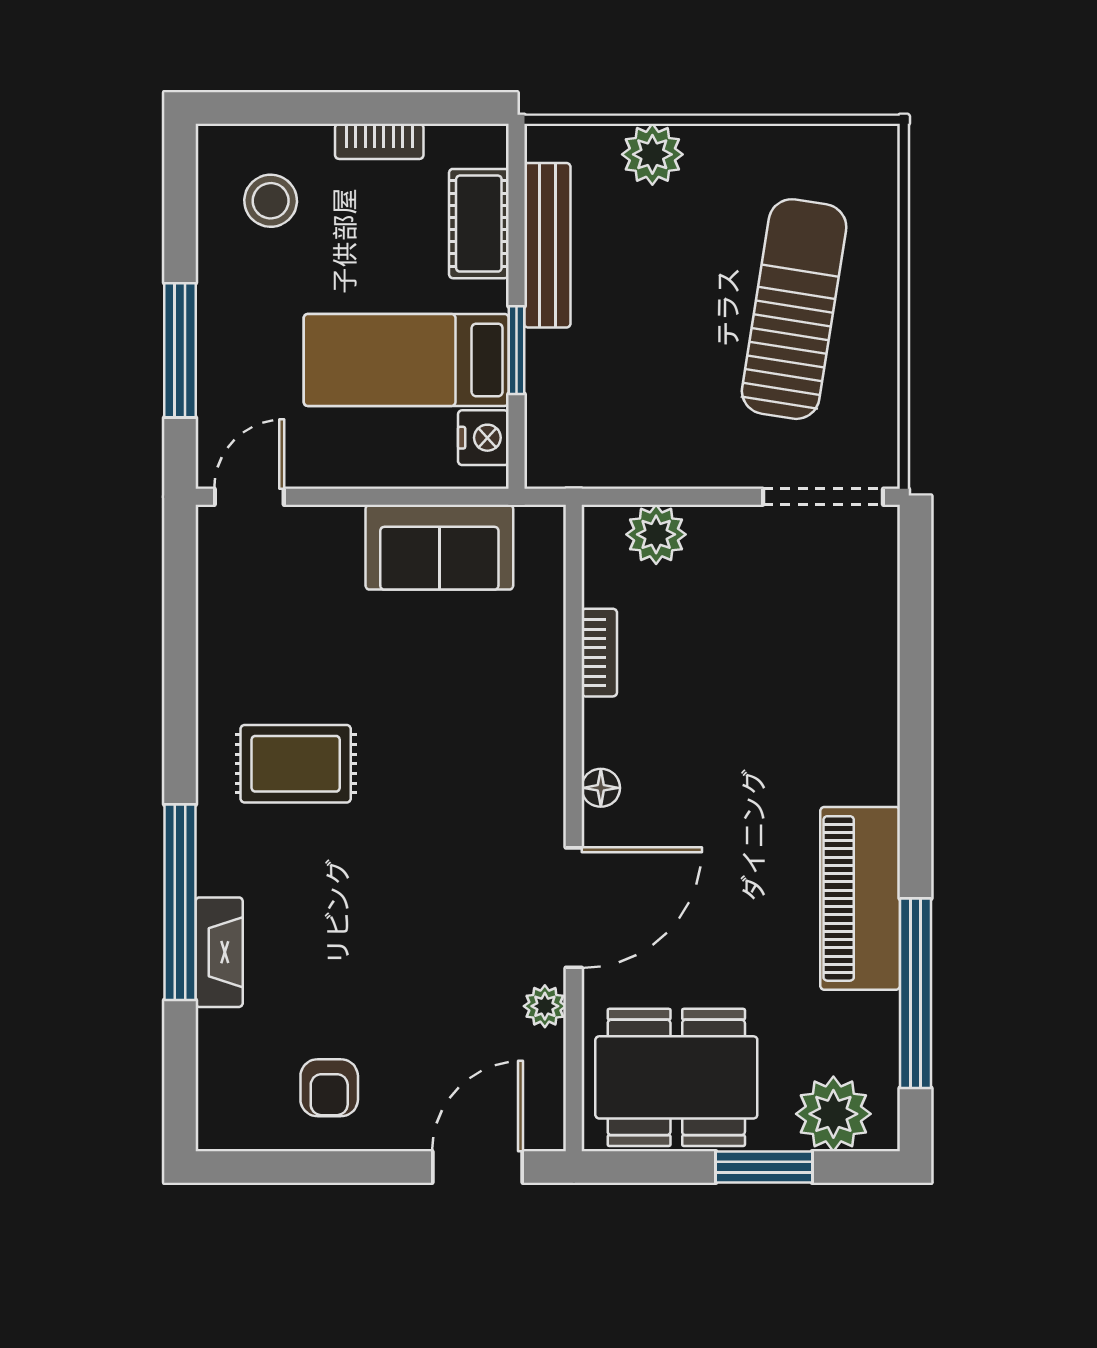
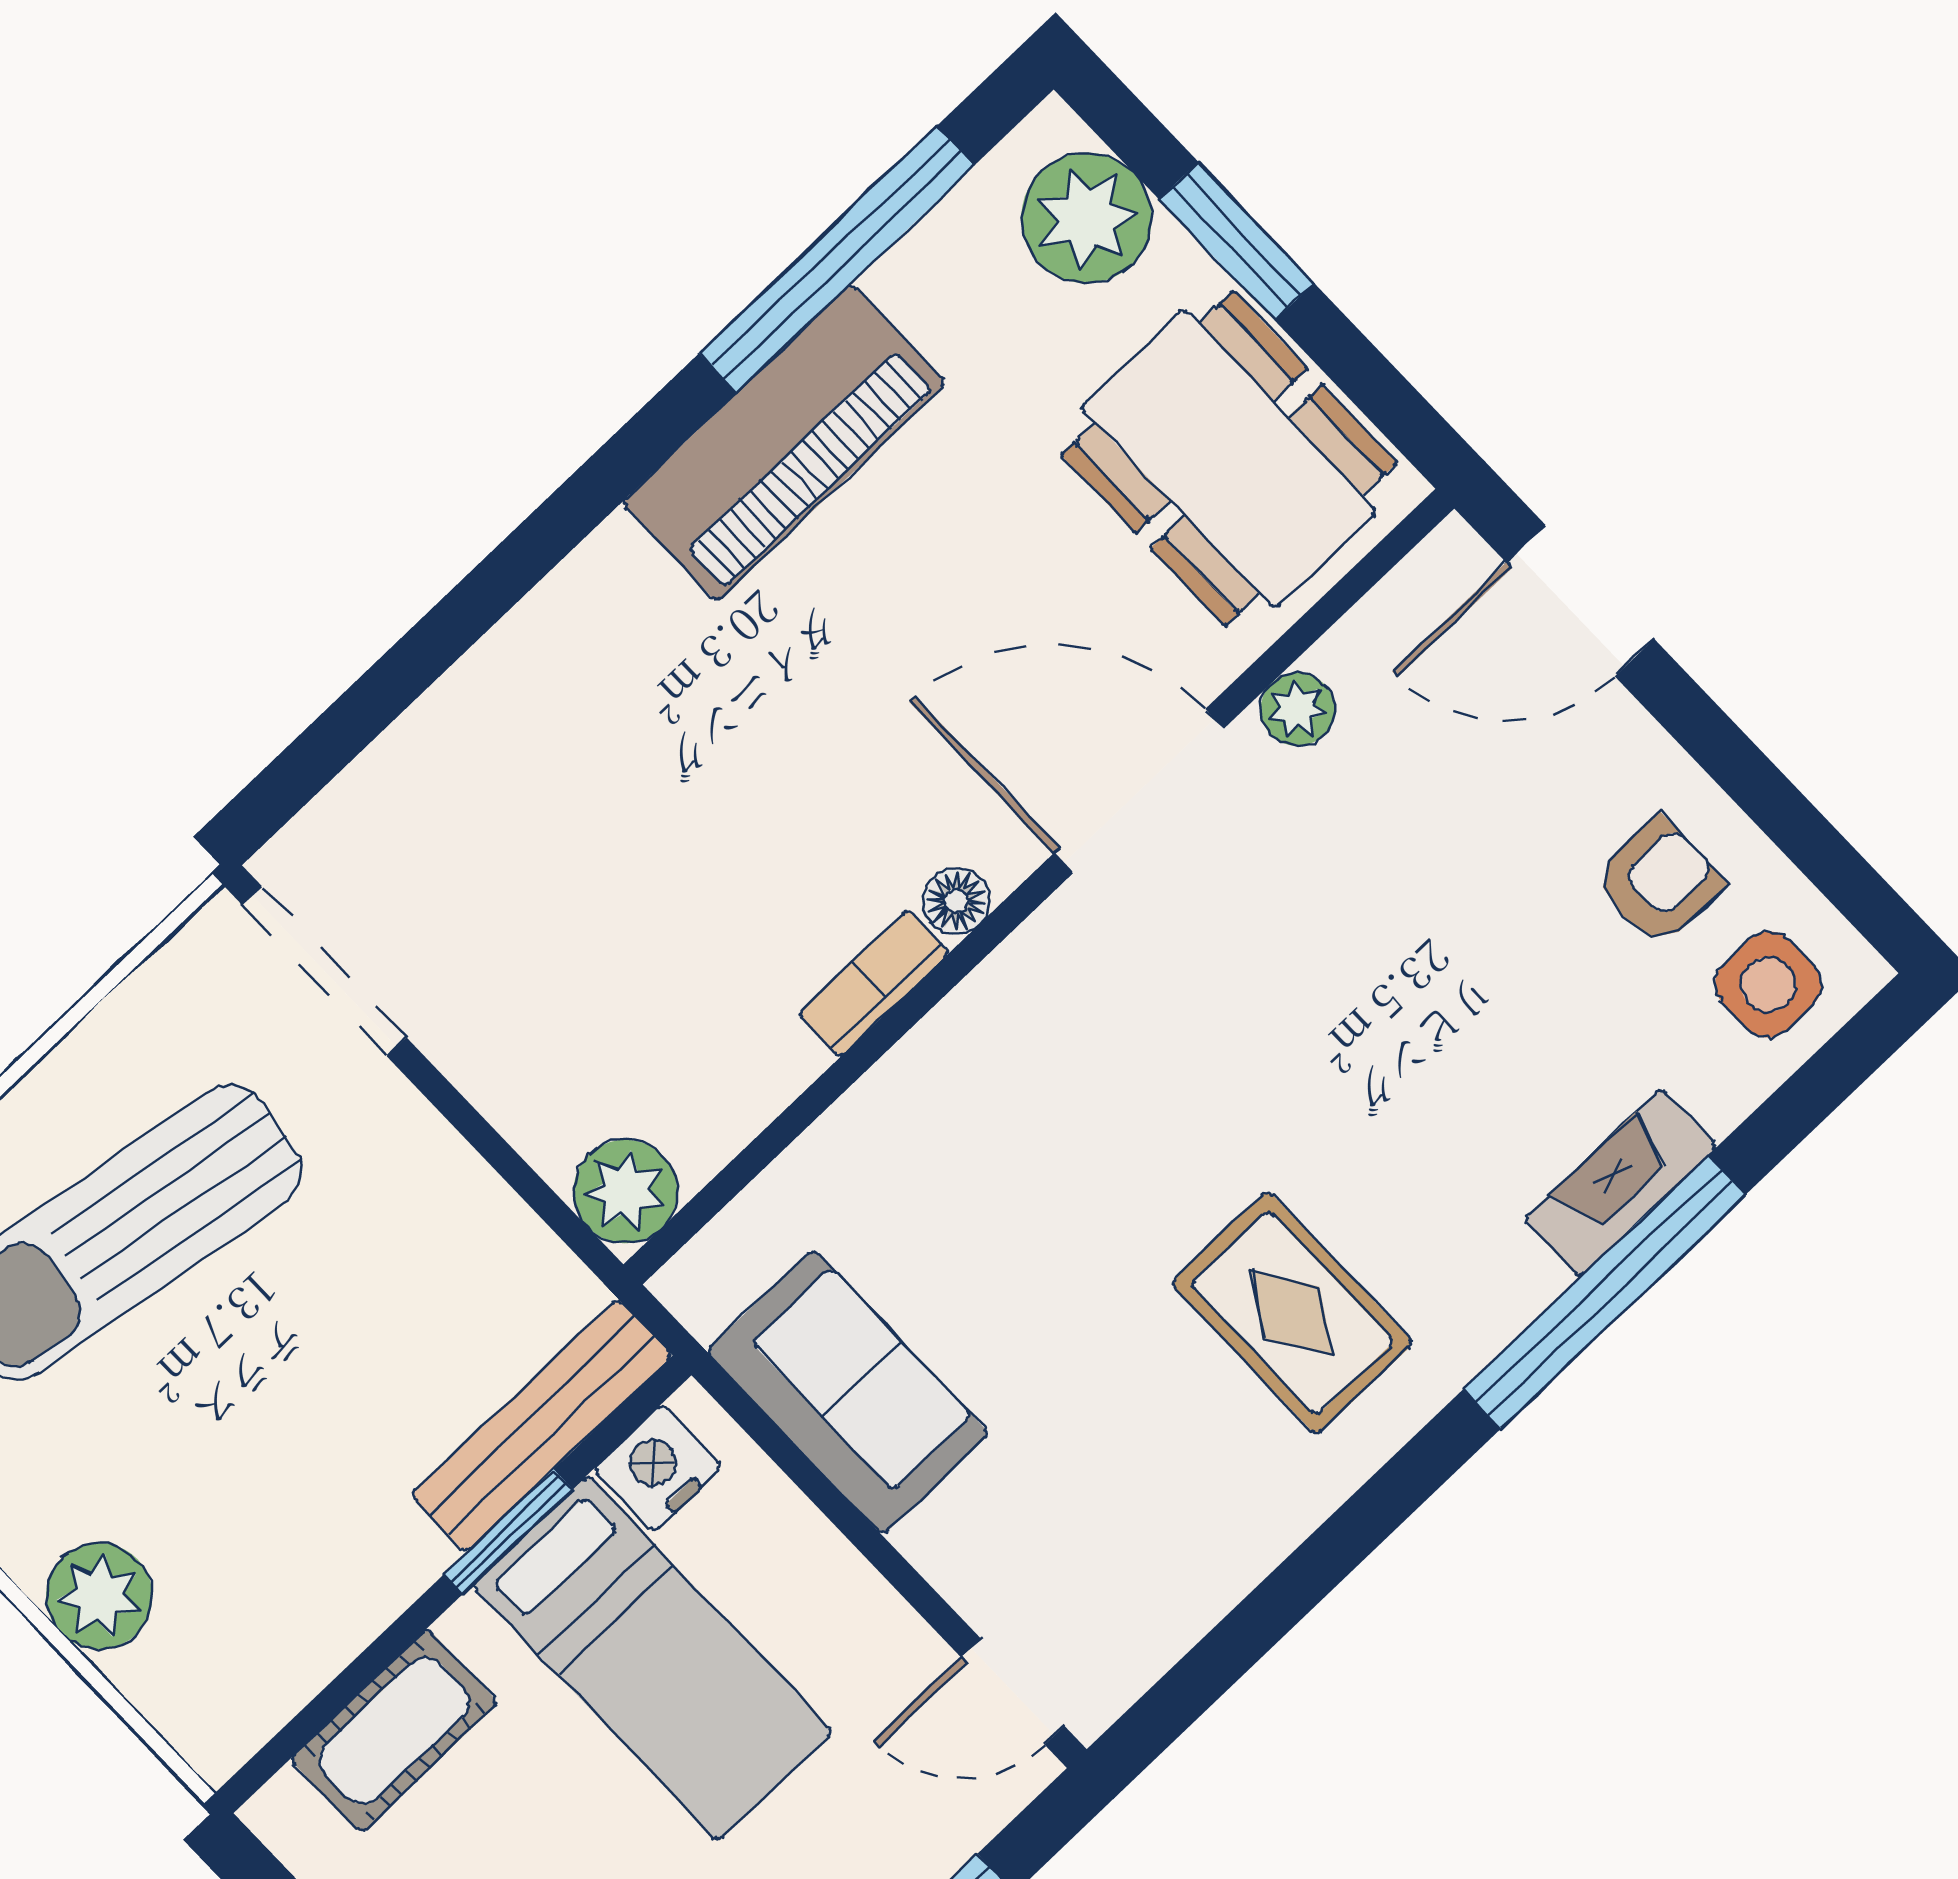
bench: (547, 245) -> (542, 1425), moved
plant: (656, 534) -> (625, 1192), moved
bookcase: (599, 653) -> (874, 984), moved
side table: (243, 1093) -> (1768, 984), added

